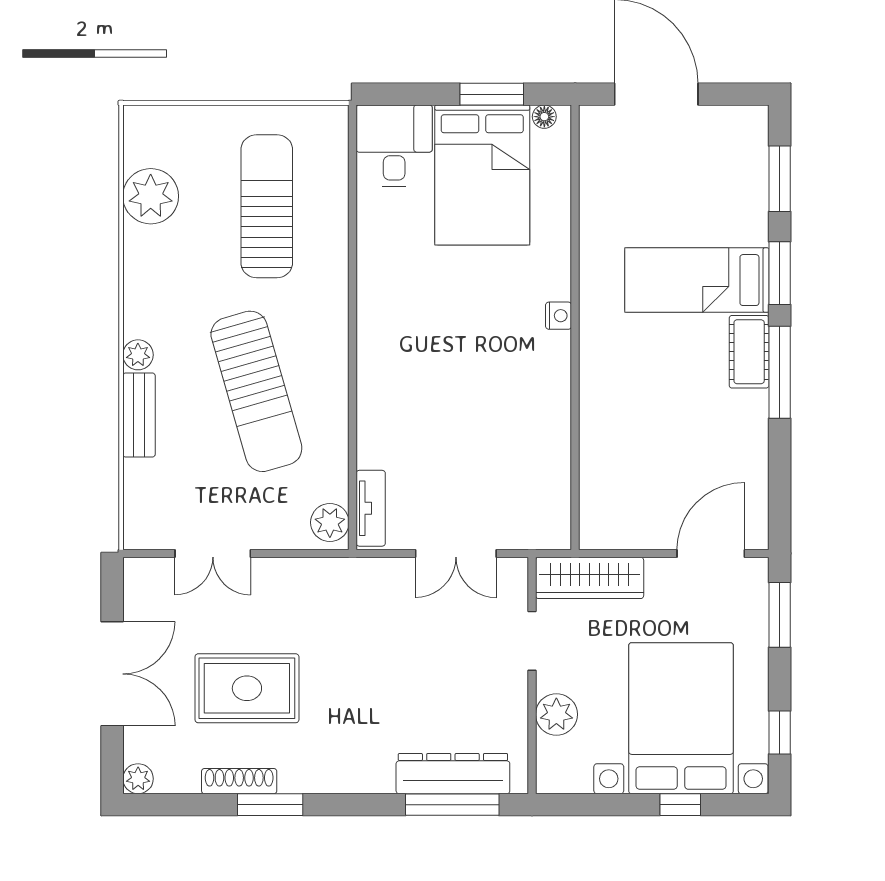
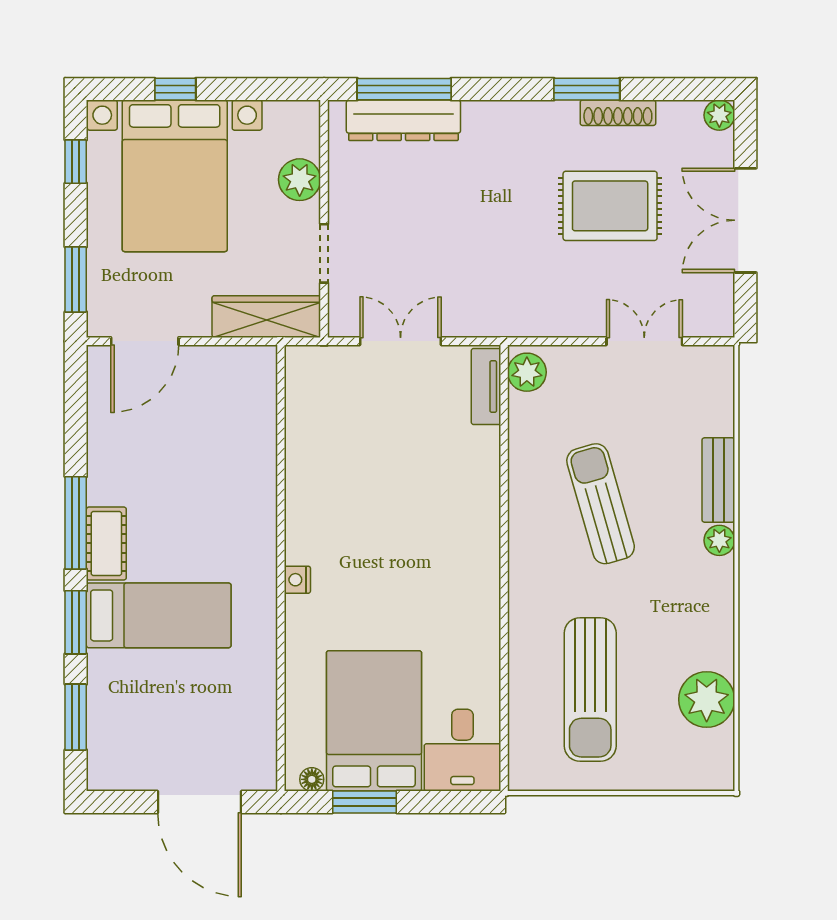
sun lounger: (256, 391) -> (601, 504), width x0.73, depth x0.75

